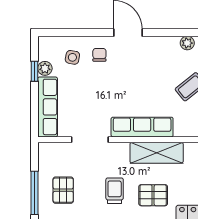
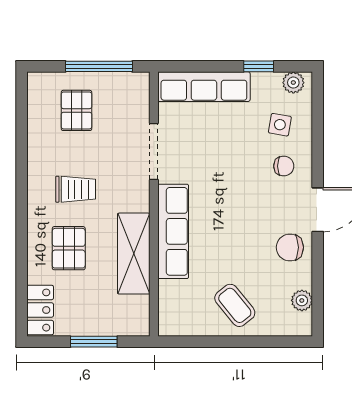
chair: (153, 51) -> (290, 247), added
plant: (45, 68) -> (293, 83), moved
pallet: (63, 190) -> (76, 110), turned 90
window: (34, 193) -> (99, 66), moved

